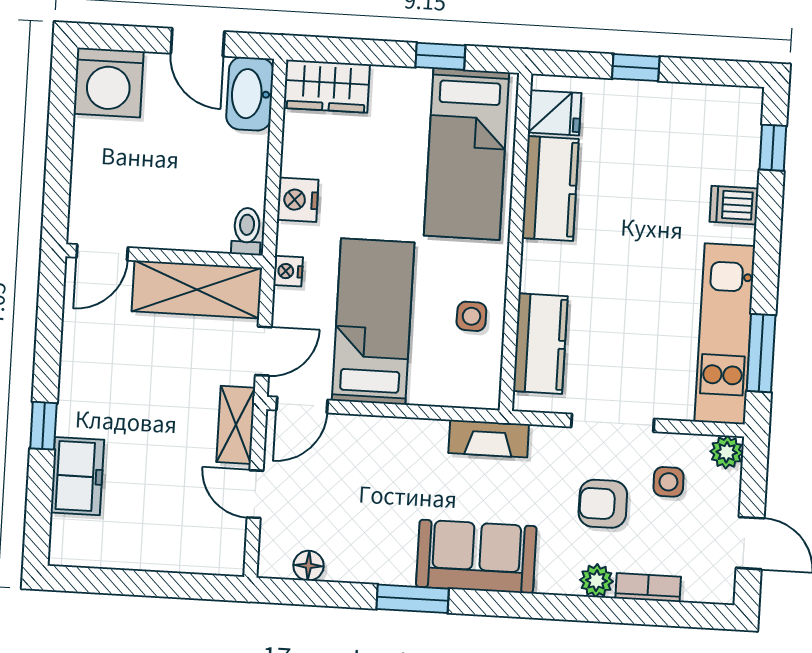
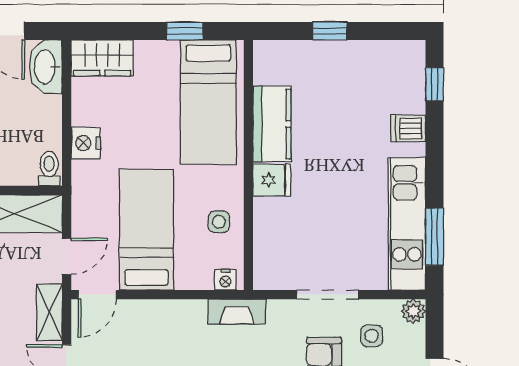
fridge: (555, 113) -> (272, 180), moved
nightstand: (288, 271) -> (225, 280), moved, turned -90
kitchen counter: (540, 344) -> (271, 239), removed

